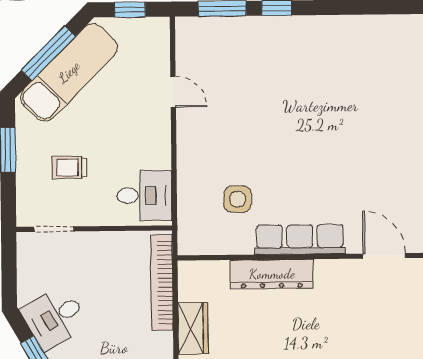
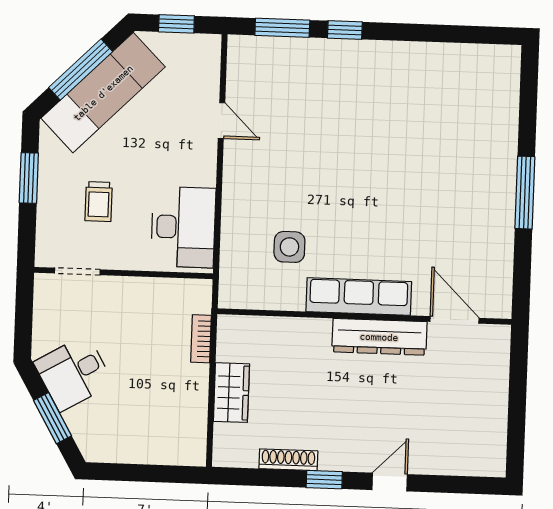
trolley: (69, 168) -> (99, 202), turned -90
desk: (144, 196) -> (183, 227), width x1.37
dresser: (272, 274) -> (379, 337), moved
bookcase: (162, 283) -> (201, 339), width x0.43, depth x0.76

